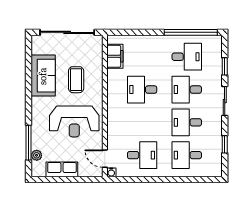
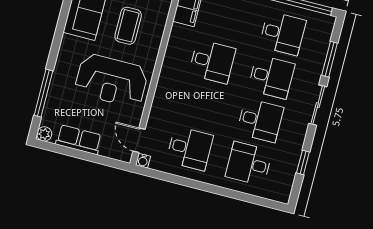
window: (225, 66) -> (330, 59), width x1.50
desk: (142, 90) -> (212, 61), turned 180
desk: (187, 90) -> (271, 77), turned 180
desk: (187, 122) -> (260, 120), turned 180
plant: (37, 155) -> (44, 134), moved

